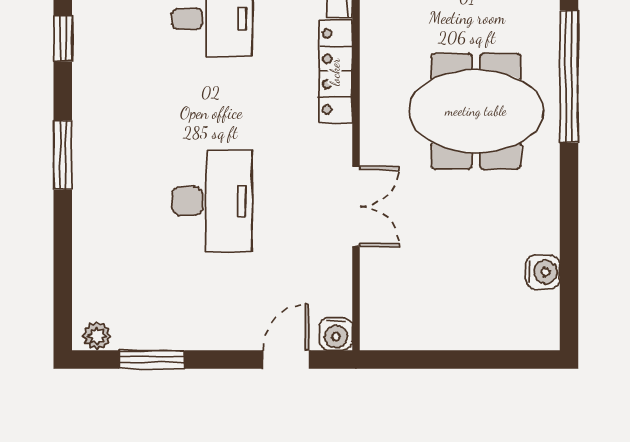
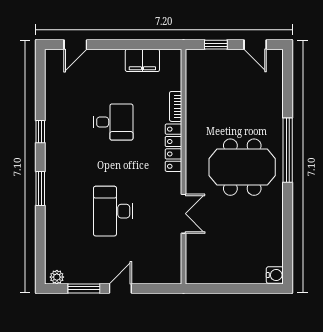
desk: (212, 201) -> (113, 211), turned 180
water cooler: (543, 272) -> (275, 275), moved
water cooler: (336, 334) -> (174, 276), removed
door: (286, 359) -> (120, 288), moved

